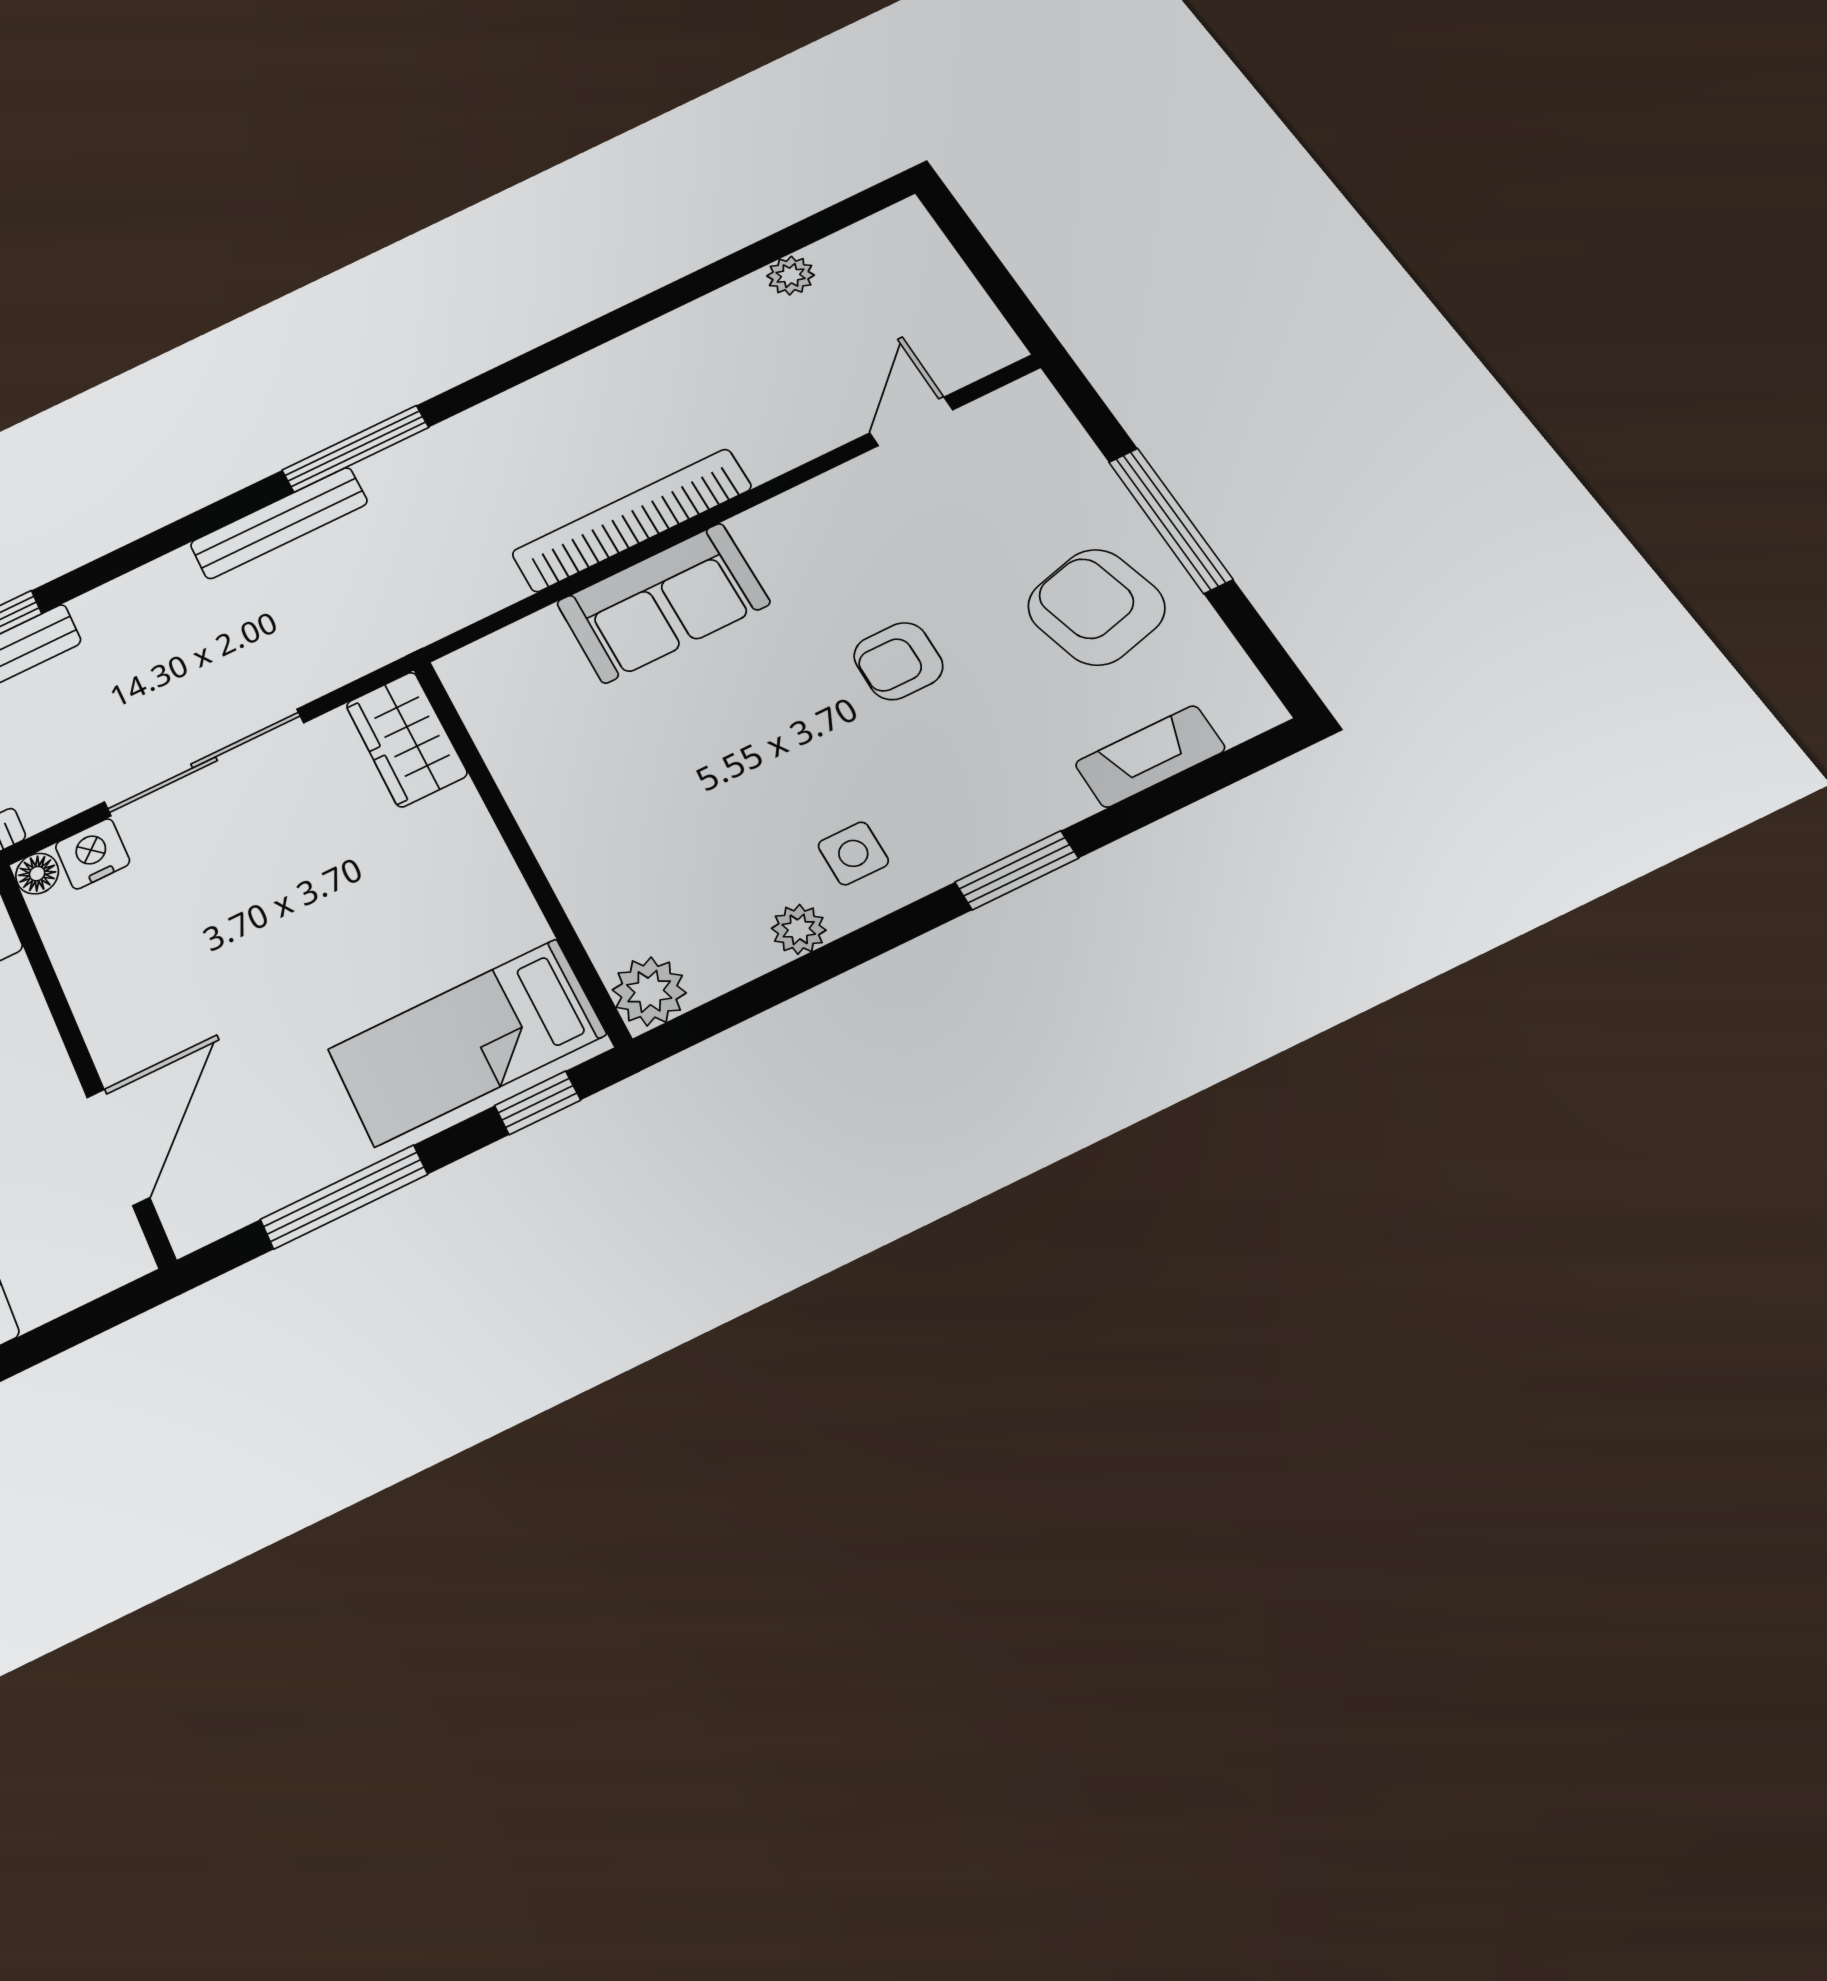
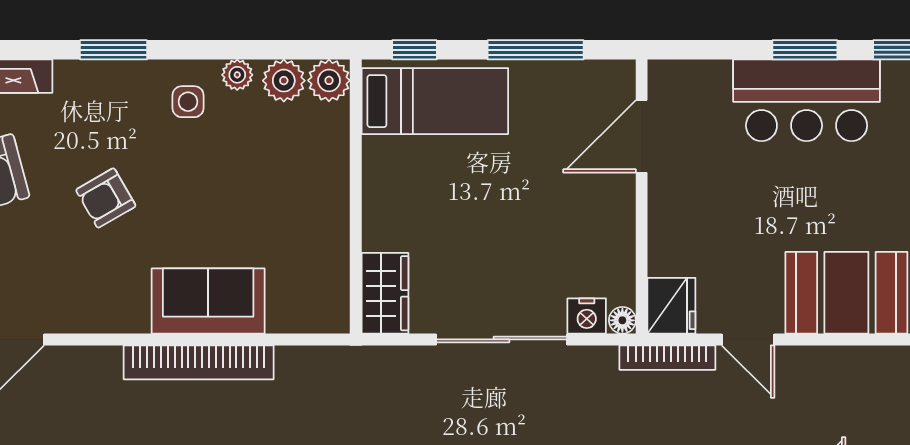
armchair: (898, 661) -> (106, 198), turned 150
plant: (720, 957) -> (284, 81), added

